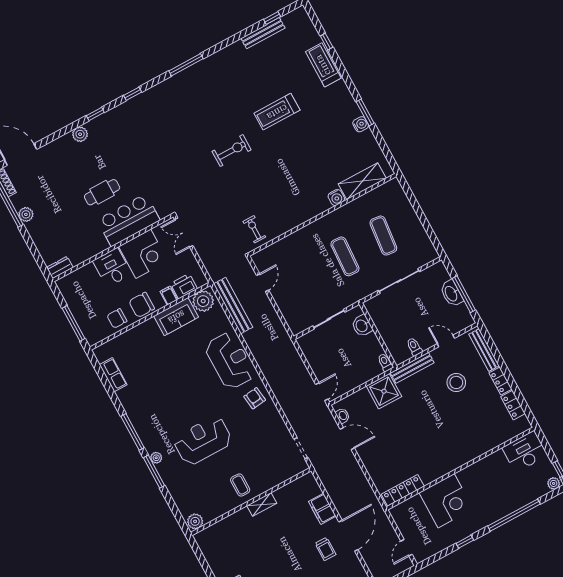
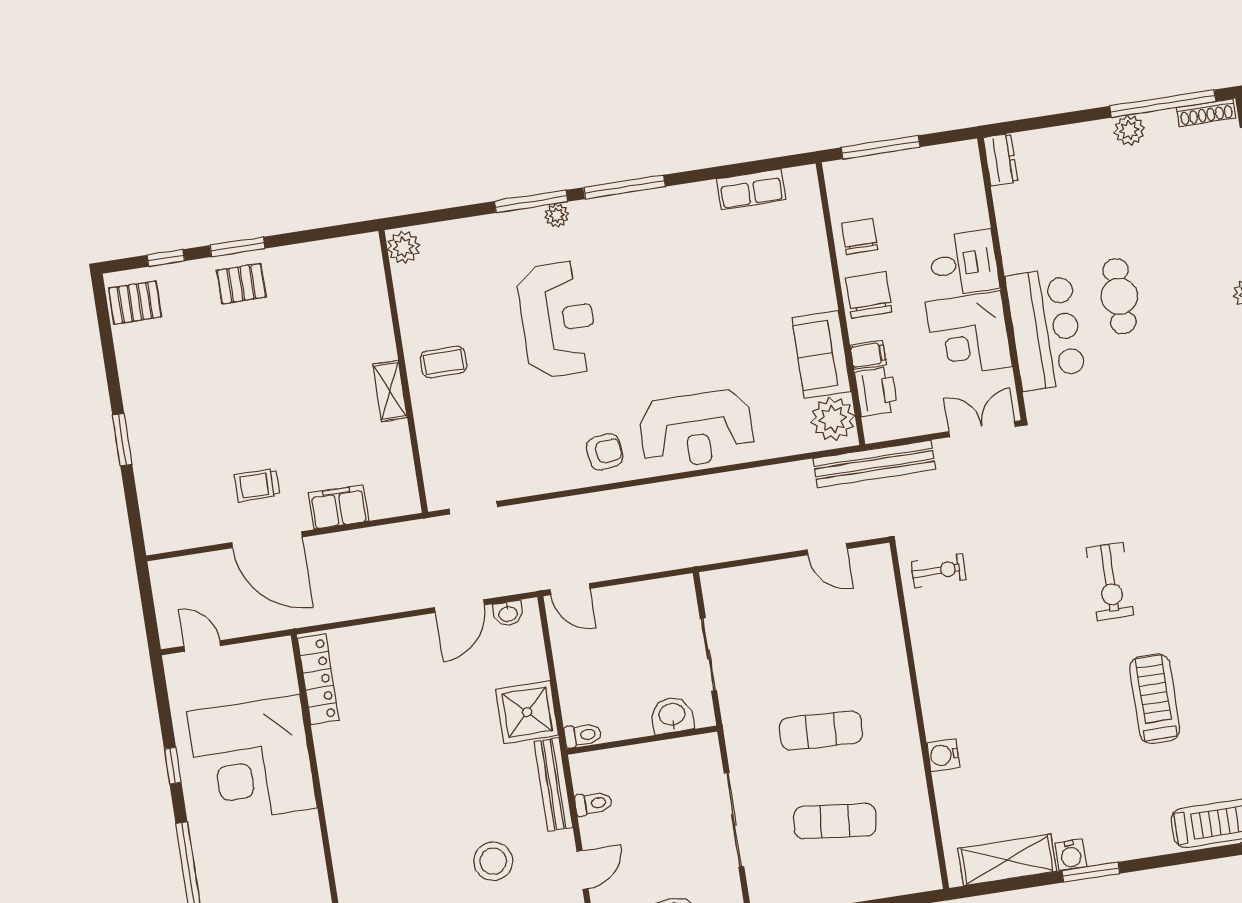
shelving: (362, 181) -> (1007, 860), moved, turned 90
bench: (233, 306) -> (874, 464), moved
corner desk: (446, 501) -> (252, 760), width x1.36, depth x1.36

